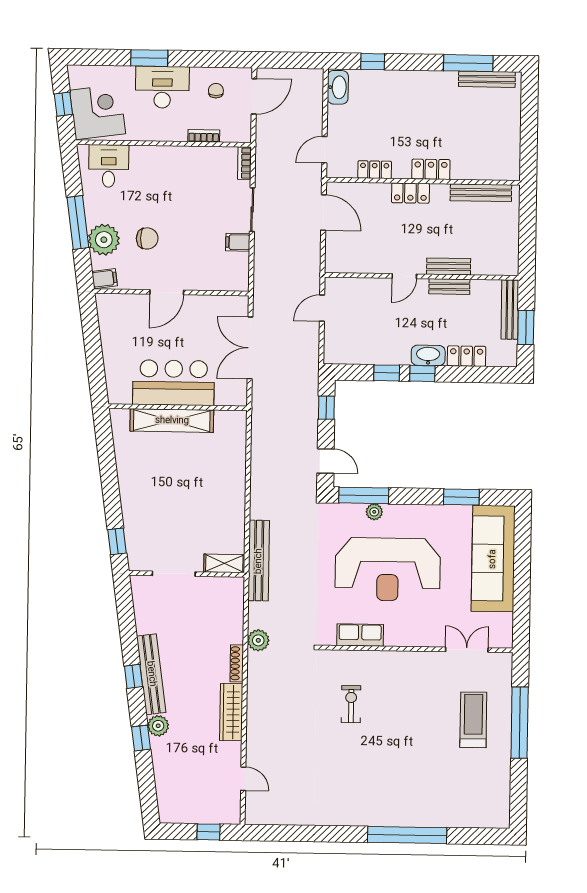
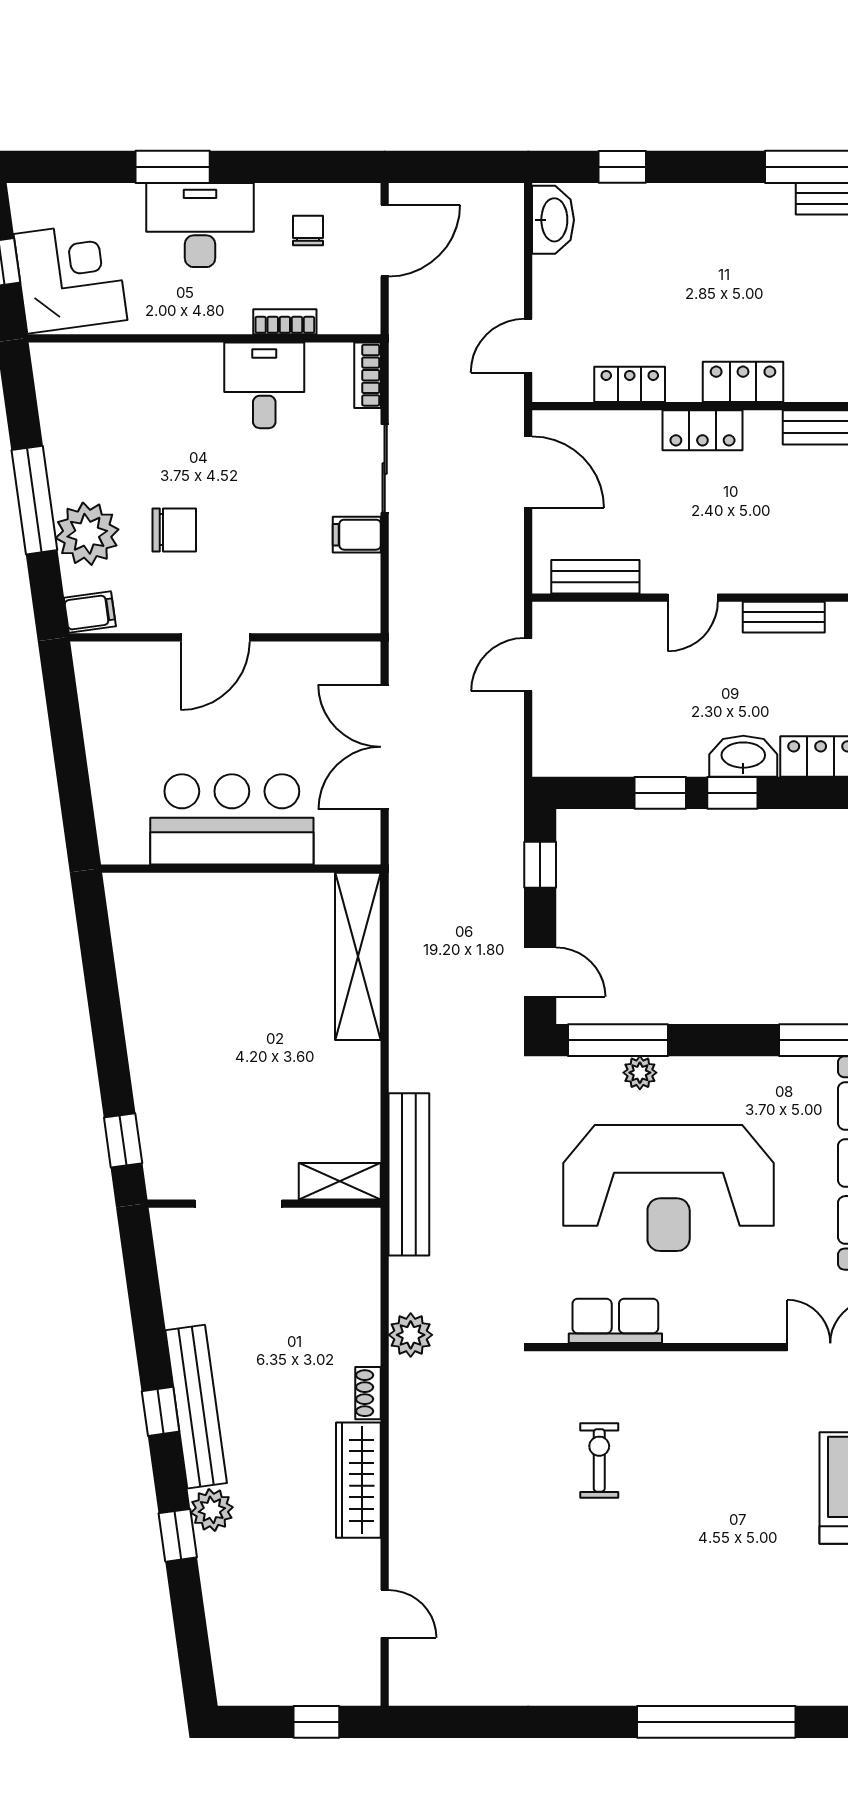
desk: (109, 166) -> (264, 385), moved
bench: (449, 266) -> (595, 577), moved
shelving: (172, 421) -> (358, 956), moved, turned 90
shoe rack: (237, 663) -> (368, 1393), width x0.70

